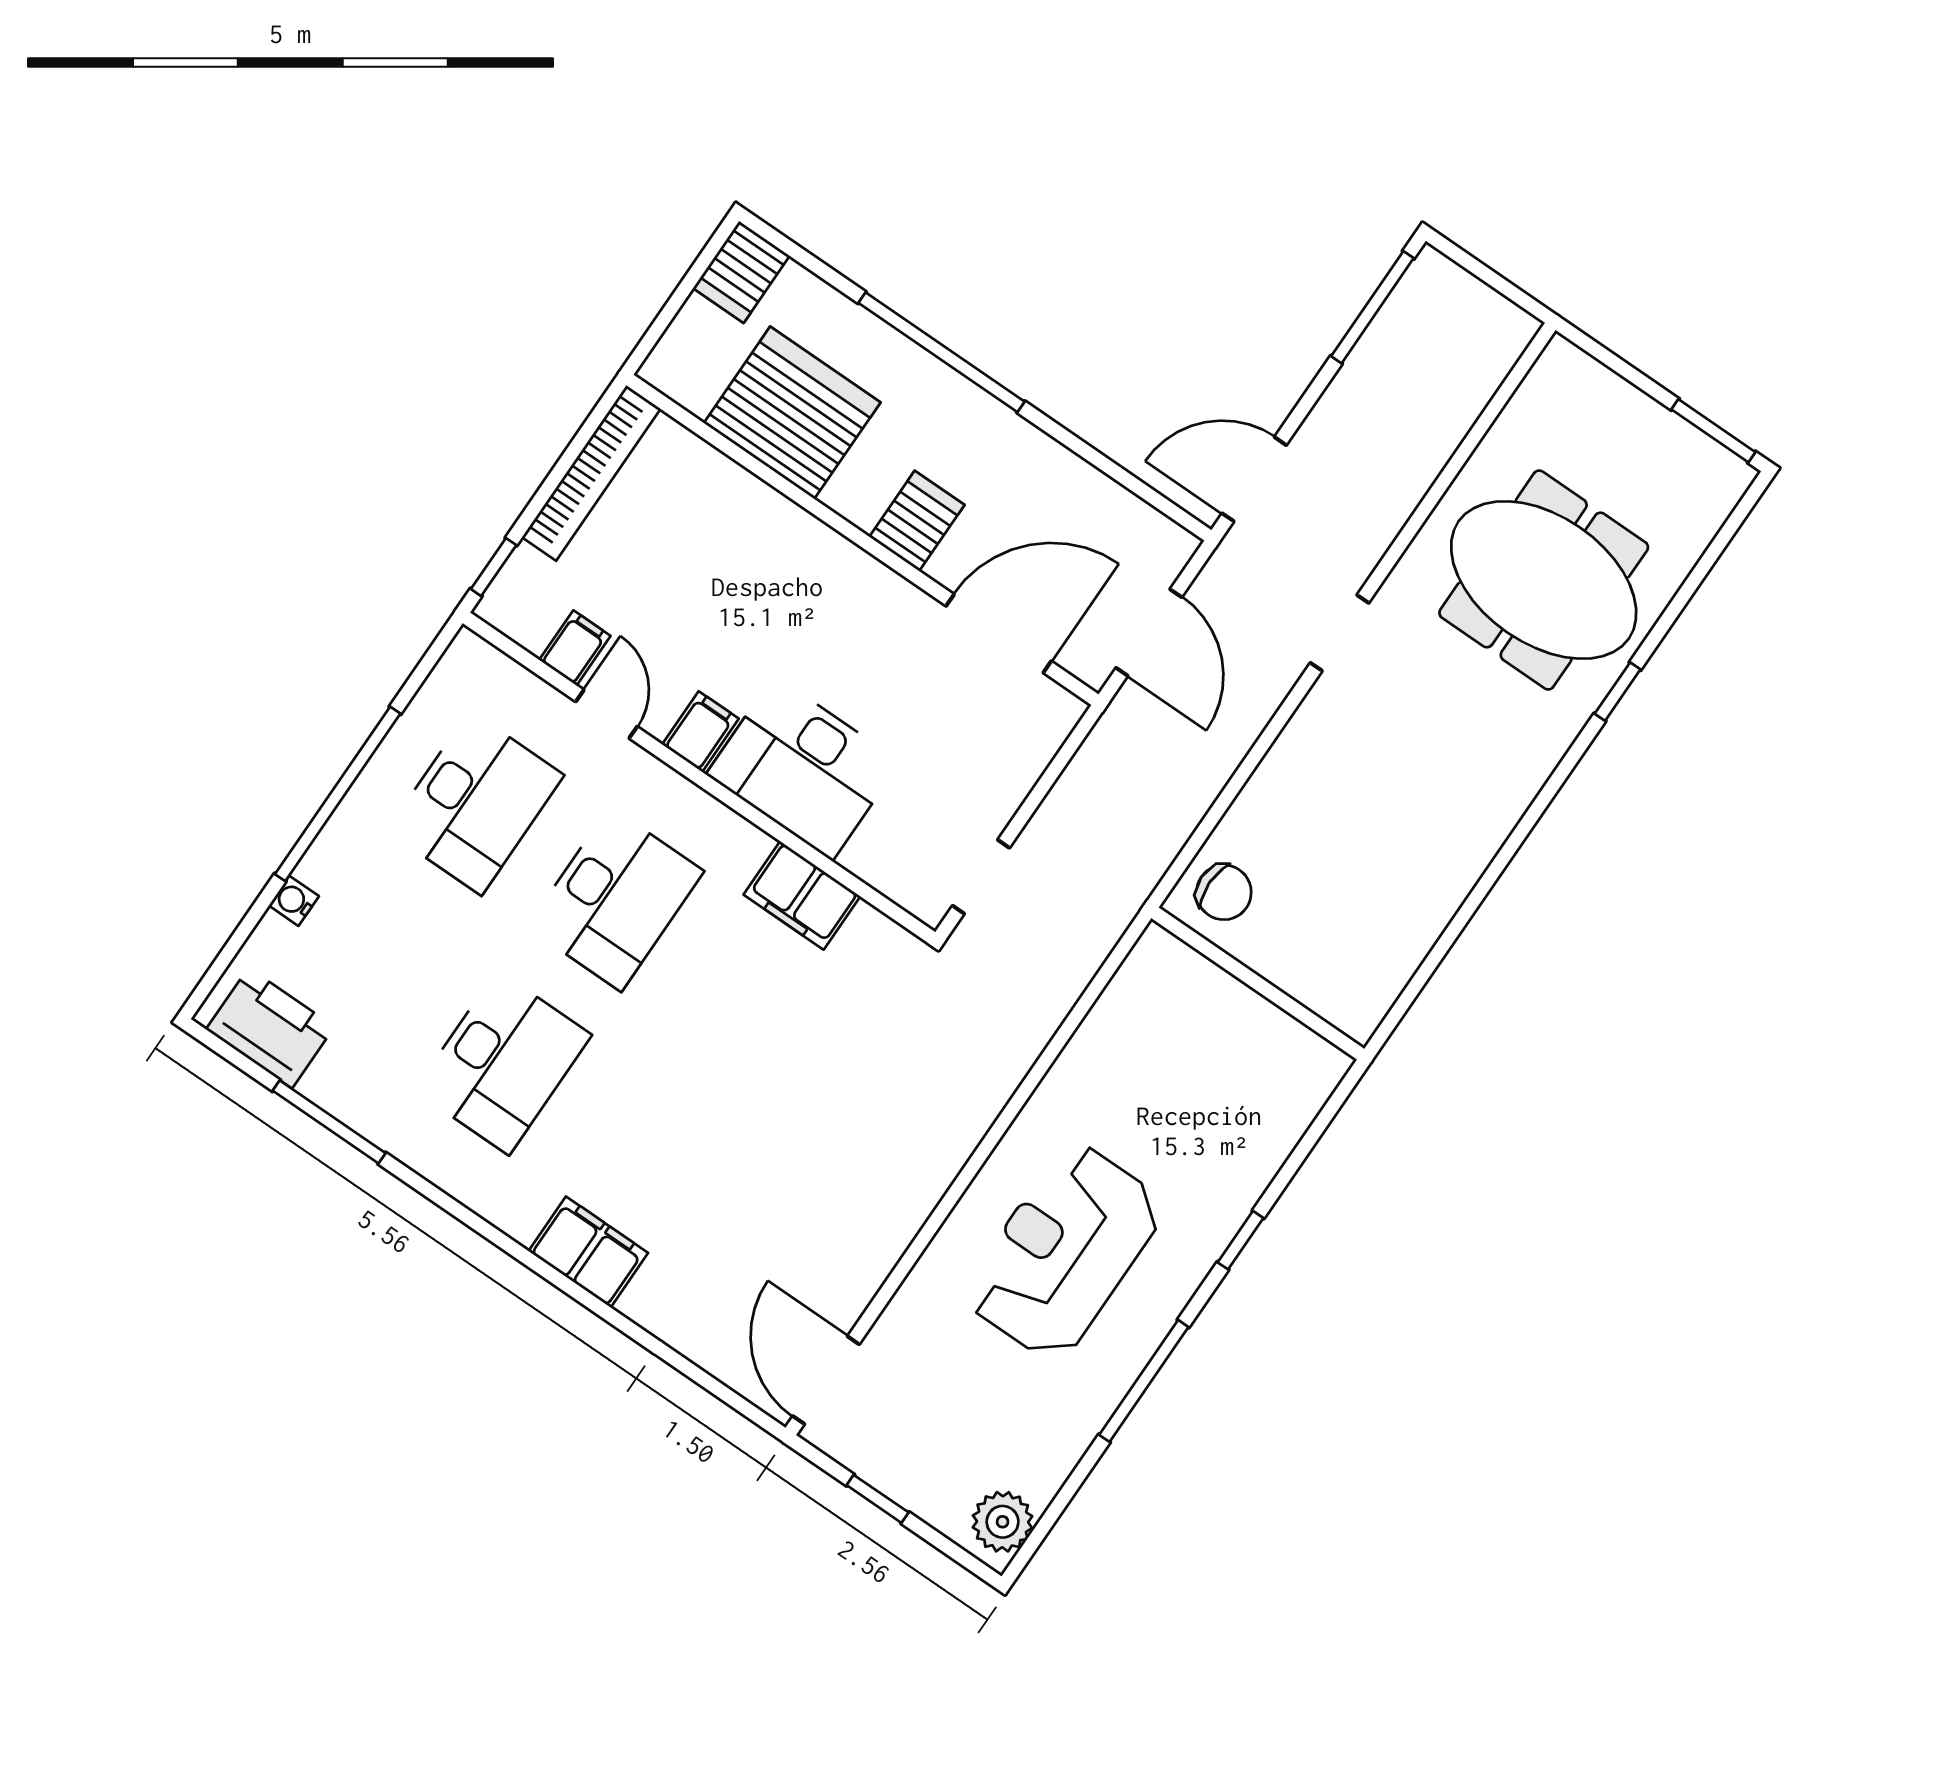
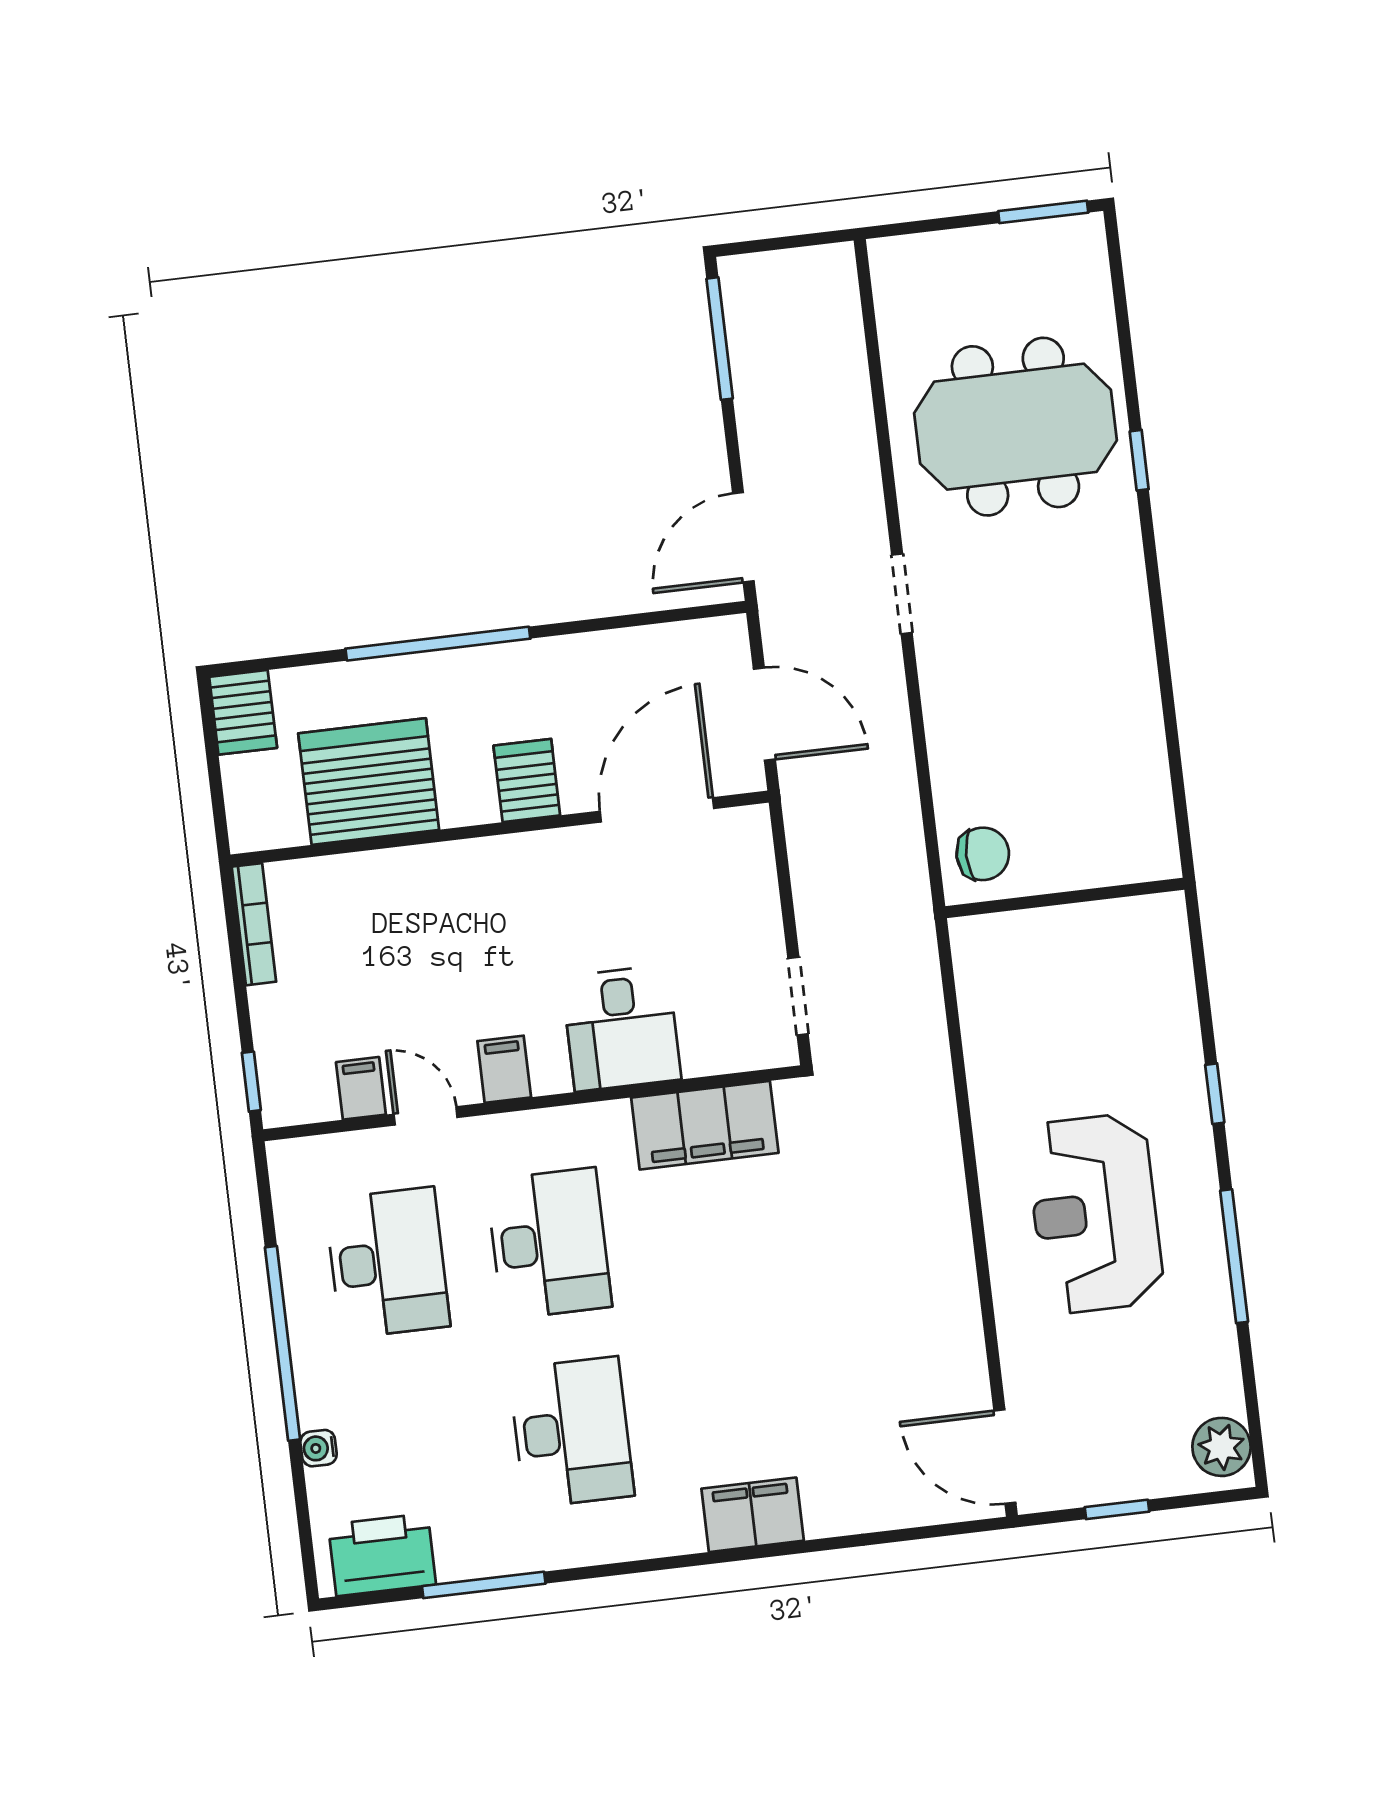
bookcase: (591, 473) -> (254, 924), width x0.68, depth x0.76
desk: (803, 768) -> (621, 1028), width x0.73
filing cabinet: (802, 895) -> (705, 1125), width x1.50, depth x1.17

